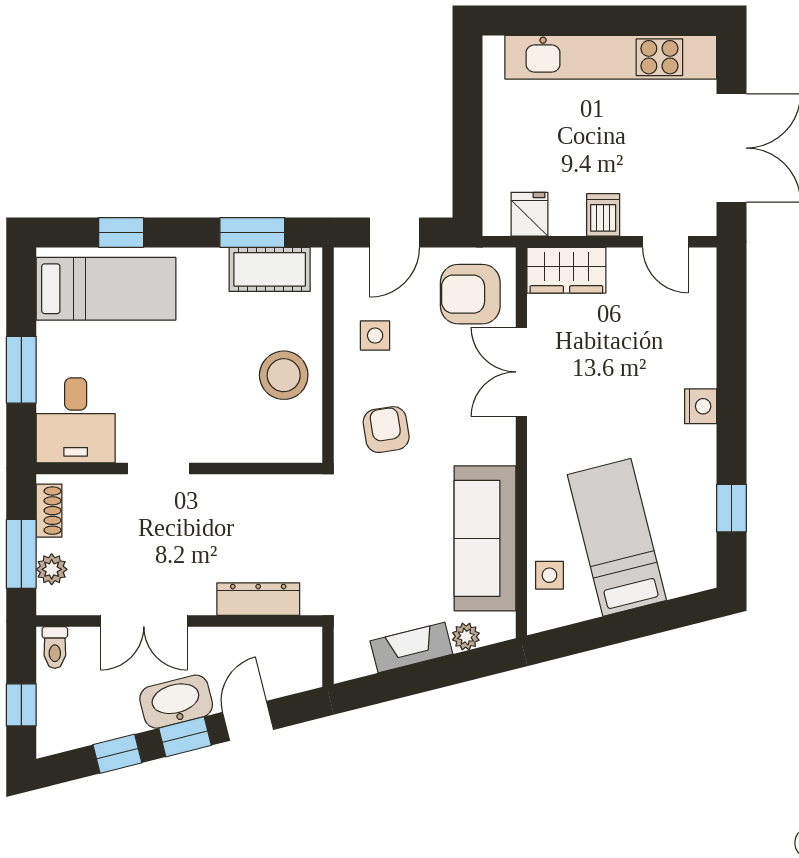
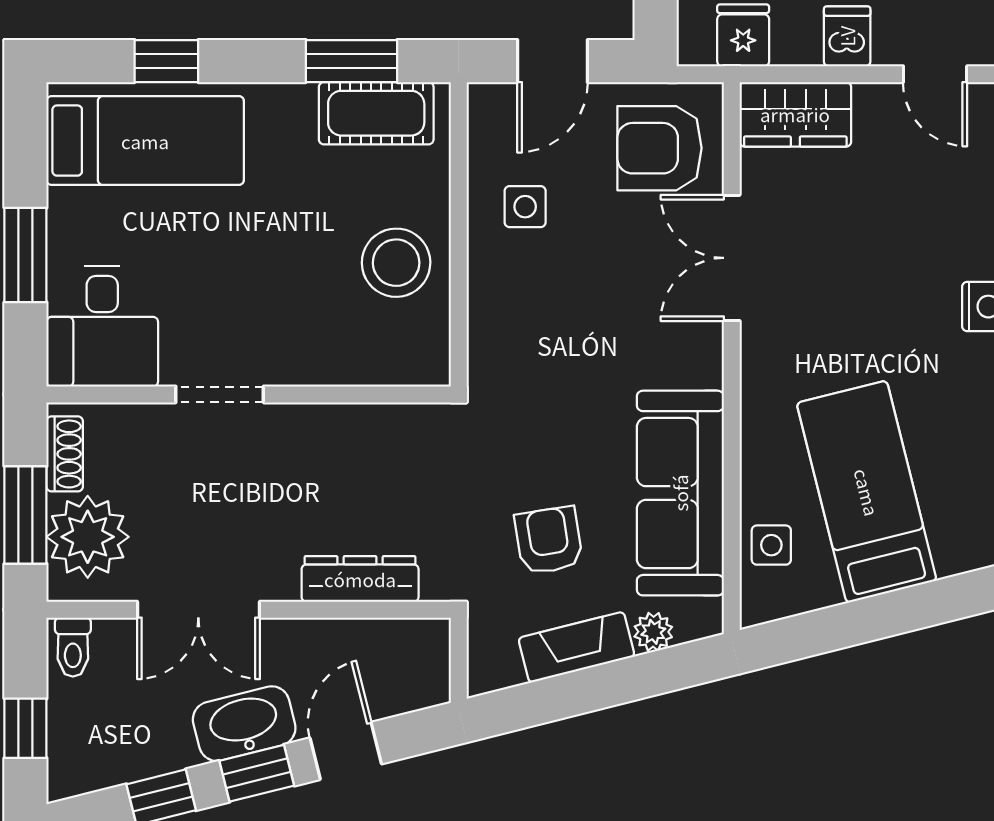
armchair: (386, 430) -> (549, 540), moved
plant: (52, 569) -> (88, 537), width x1.87, depth x1.87

